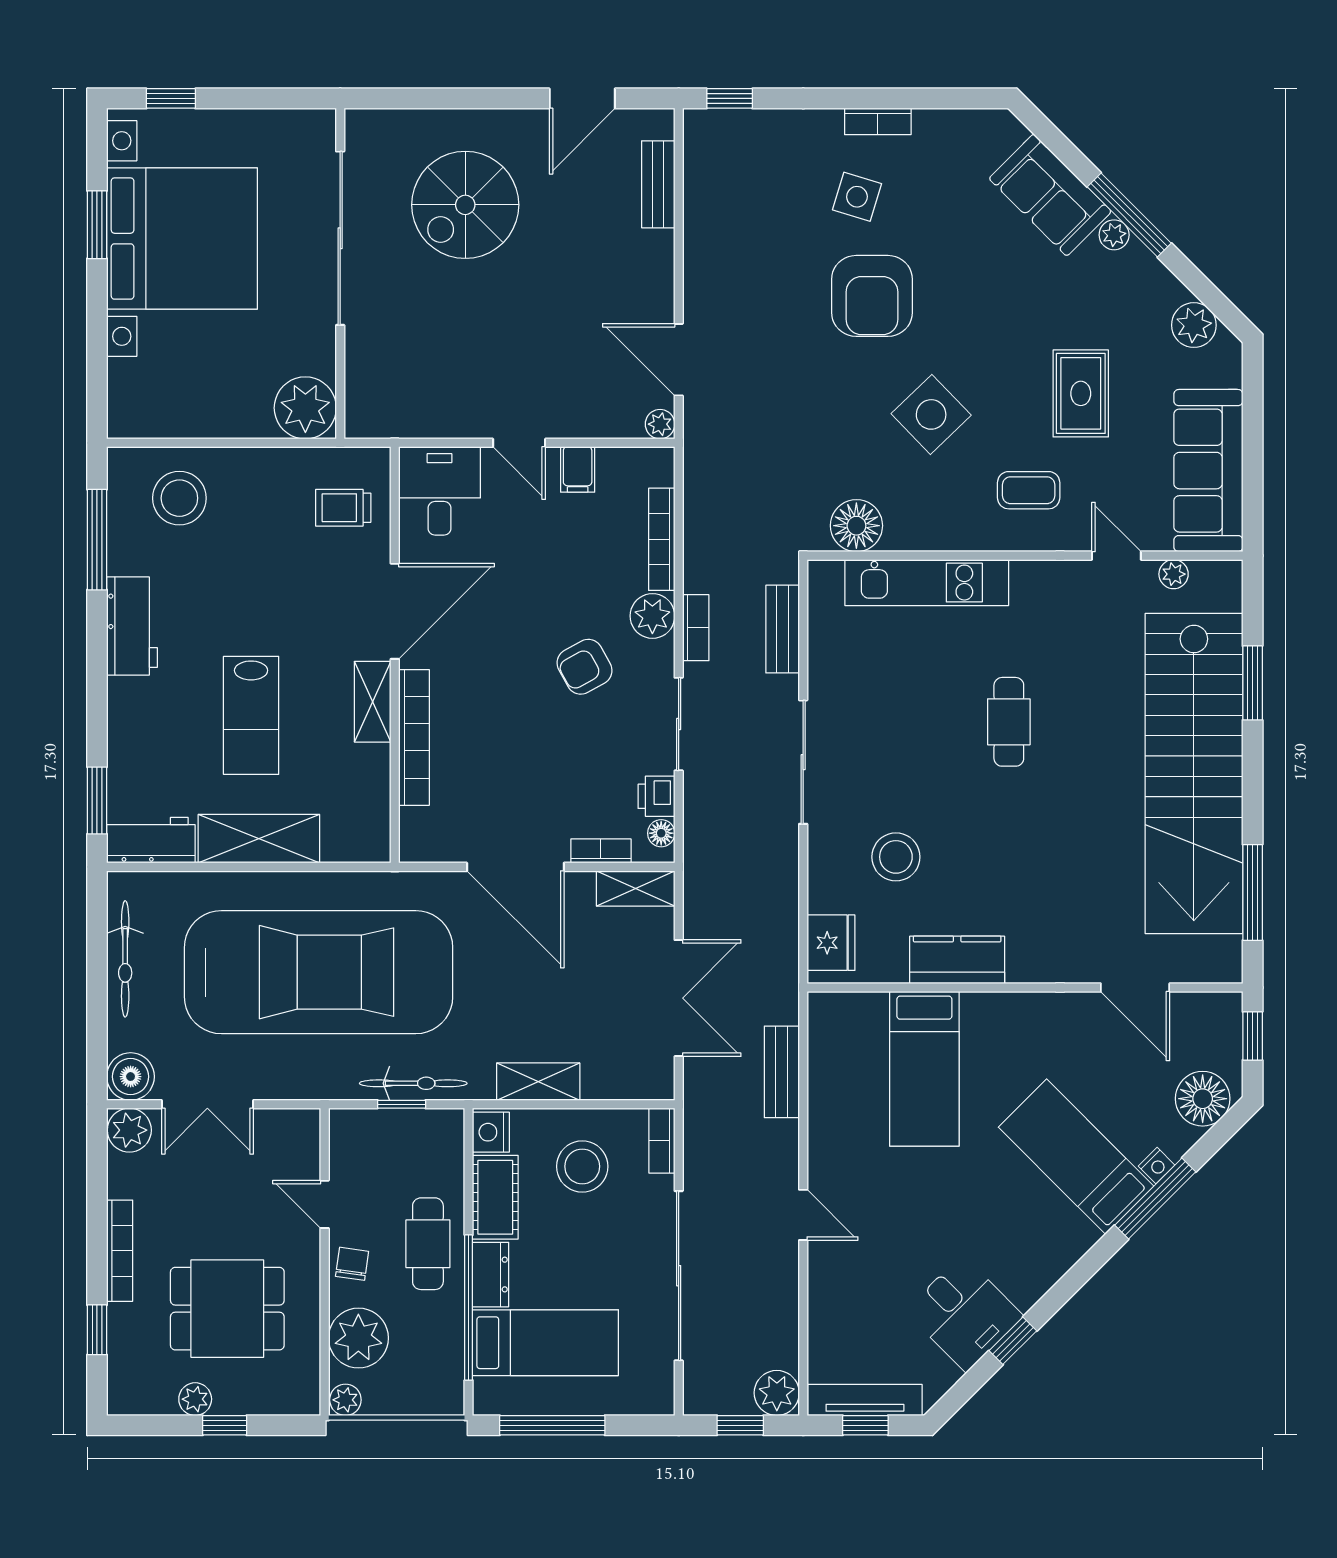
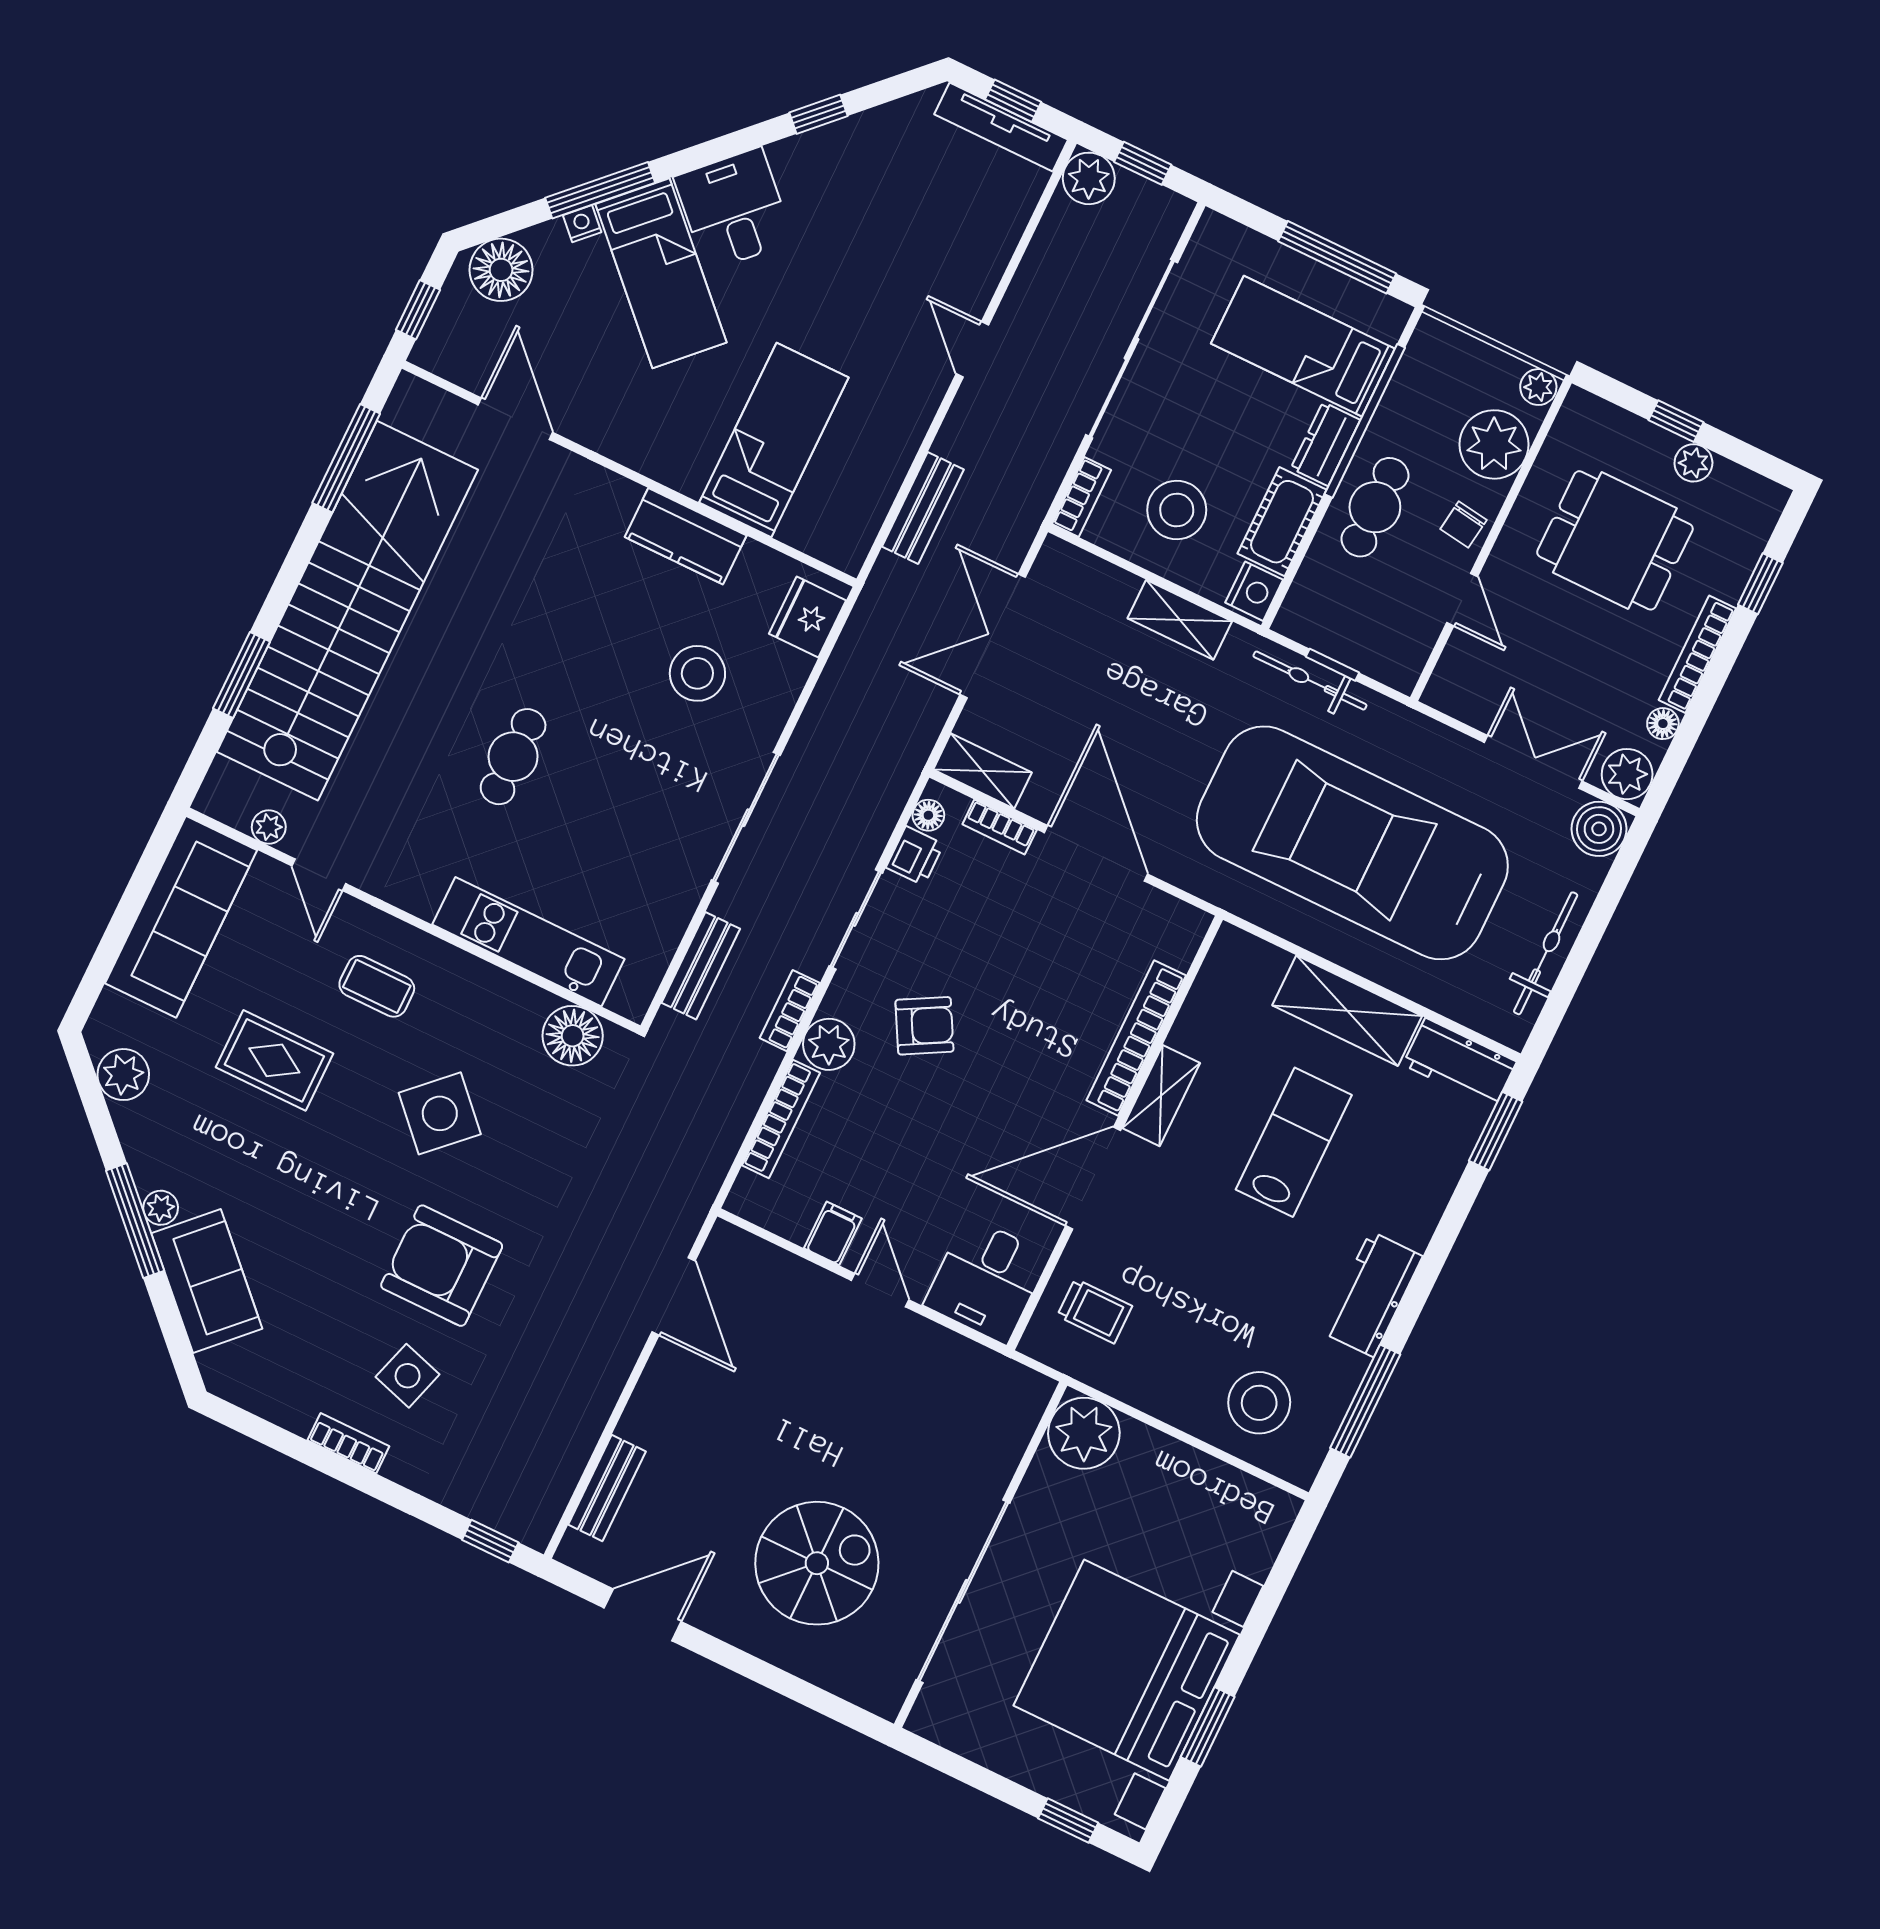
armchair: (872, 296) -> (442, 1266), turned -90
rug: (1081, 393) -> (274, 1060), turned 90
plant: (660, 424) -> (725, 1239), removed
floor lamp: (120, 1183) -> (1663, 724), added
desk: (964, 1313) -> (734, 209), moved

